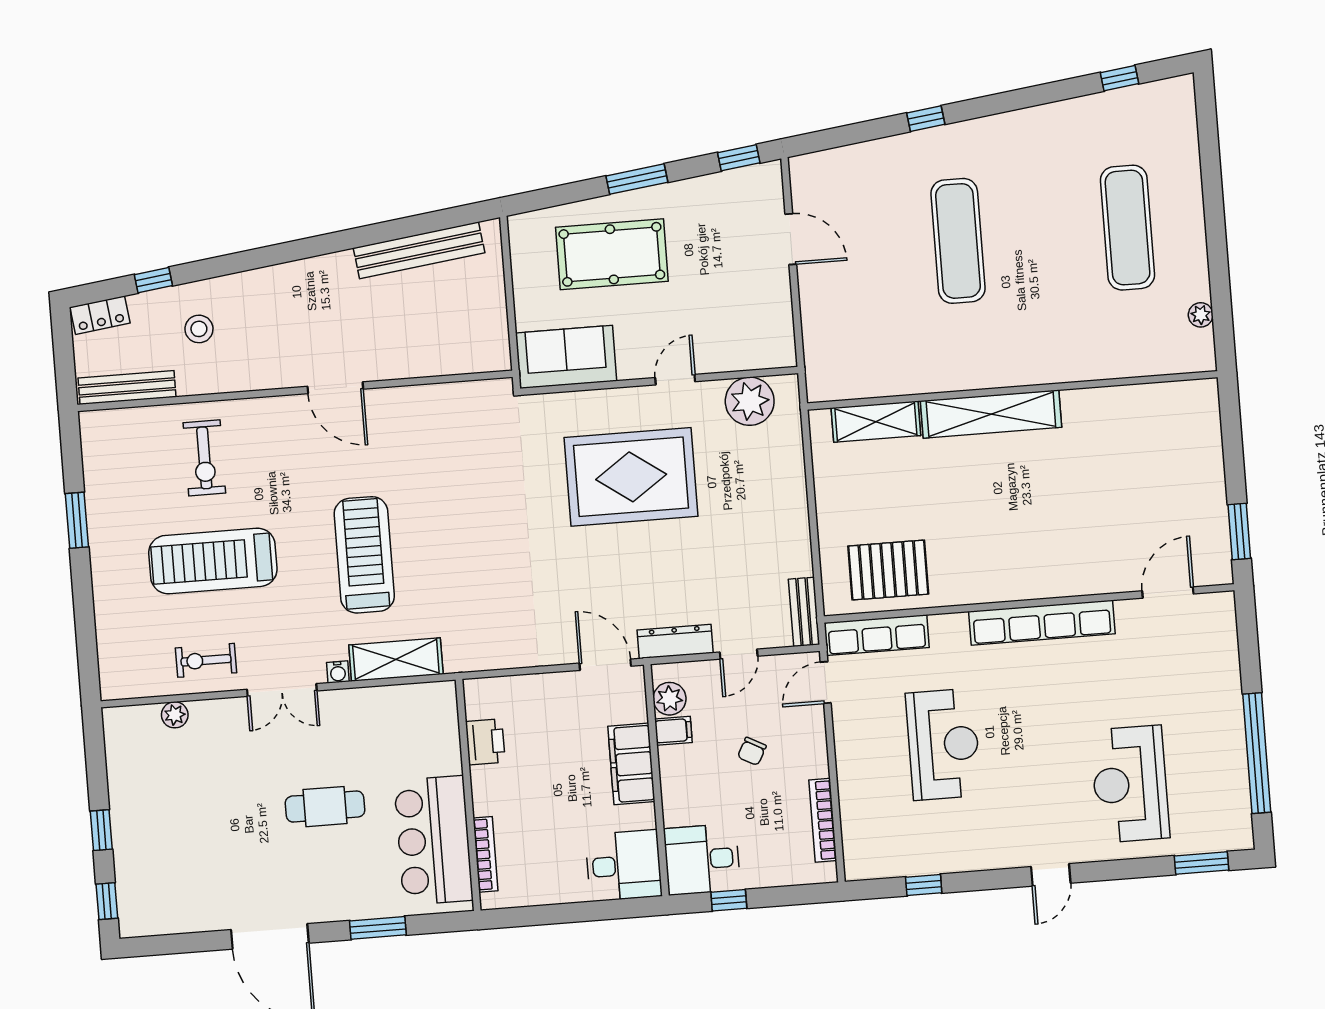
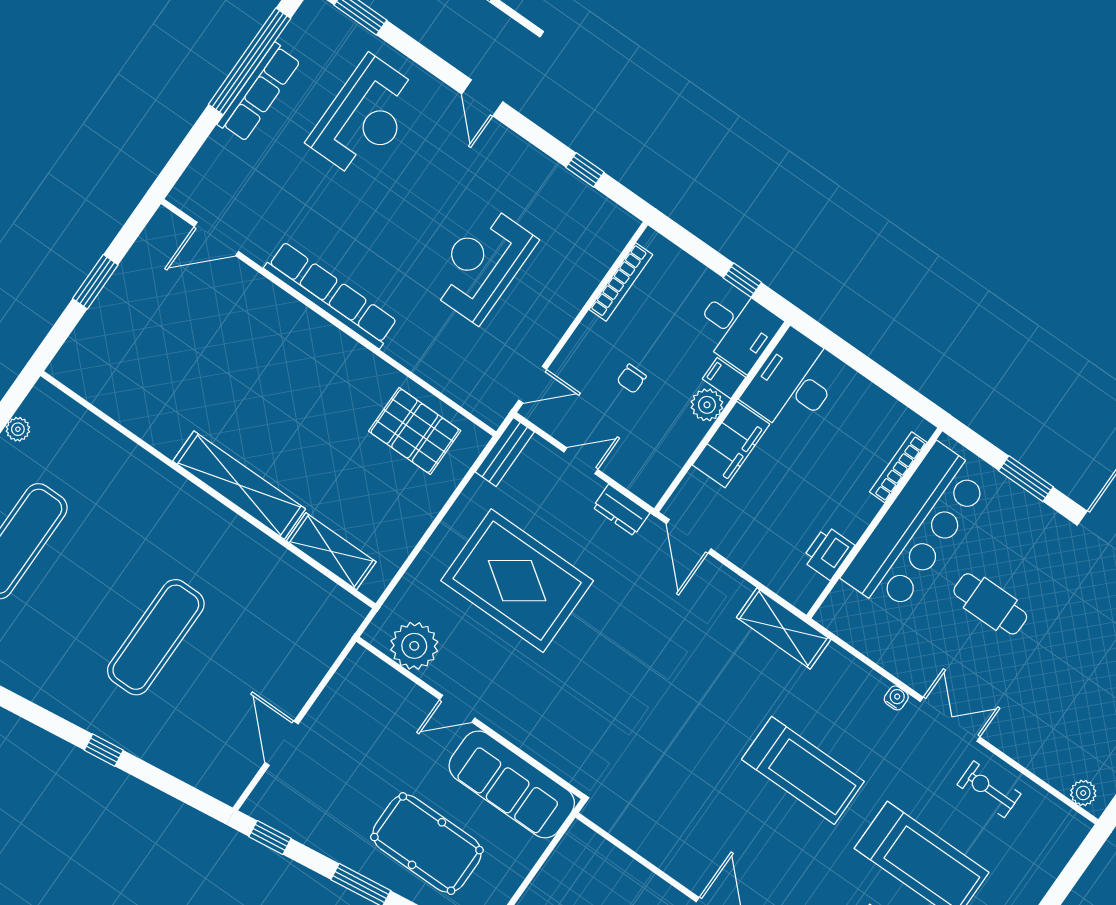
sofa: (566, 357) -> (512, 784), width x1.36
rug: (631, 477) -> (517, 581), moved
window: (1239, 531) -> (95, 282), moved
treadmill: (364, 555) -> (803, 770), turned -90
row of seats: (877, 635) -> (259, 92), moved, turned 90
dresser: (675, 642) -> (621, 510), width x0.70
exercise bike: (206, 660) -> (989, 789), turned 180
shelving: (396, 660) -> (784, 628), moved
plant: (670, 699) -> (707, 405), moved
plant: (175, 715) -> (1083, 793), moved
filing cabinet: (673, 731) -> (724, 378), moved
chair: (752, 751) -> (632, 379), turned 152
bar counter: (434, 840) -> (916, 529), width x1.36
desk: (624, 866) -> (793, 382), width x1.37
door: (1051, 875) -> (482, 98), swing flipped

